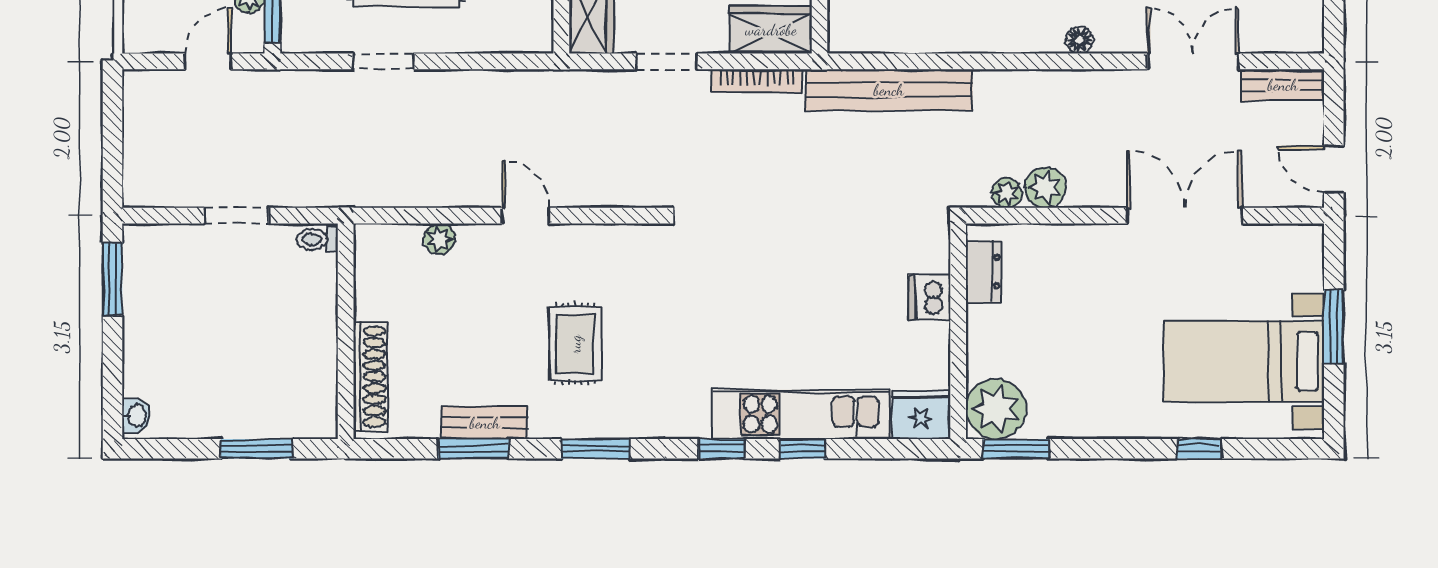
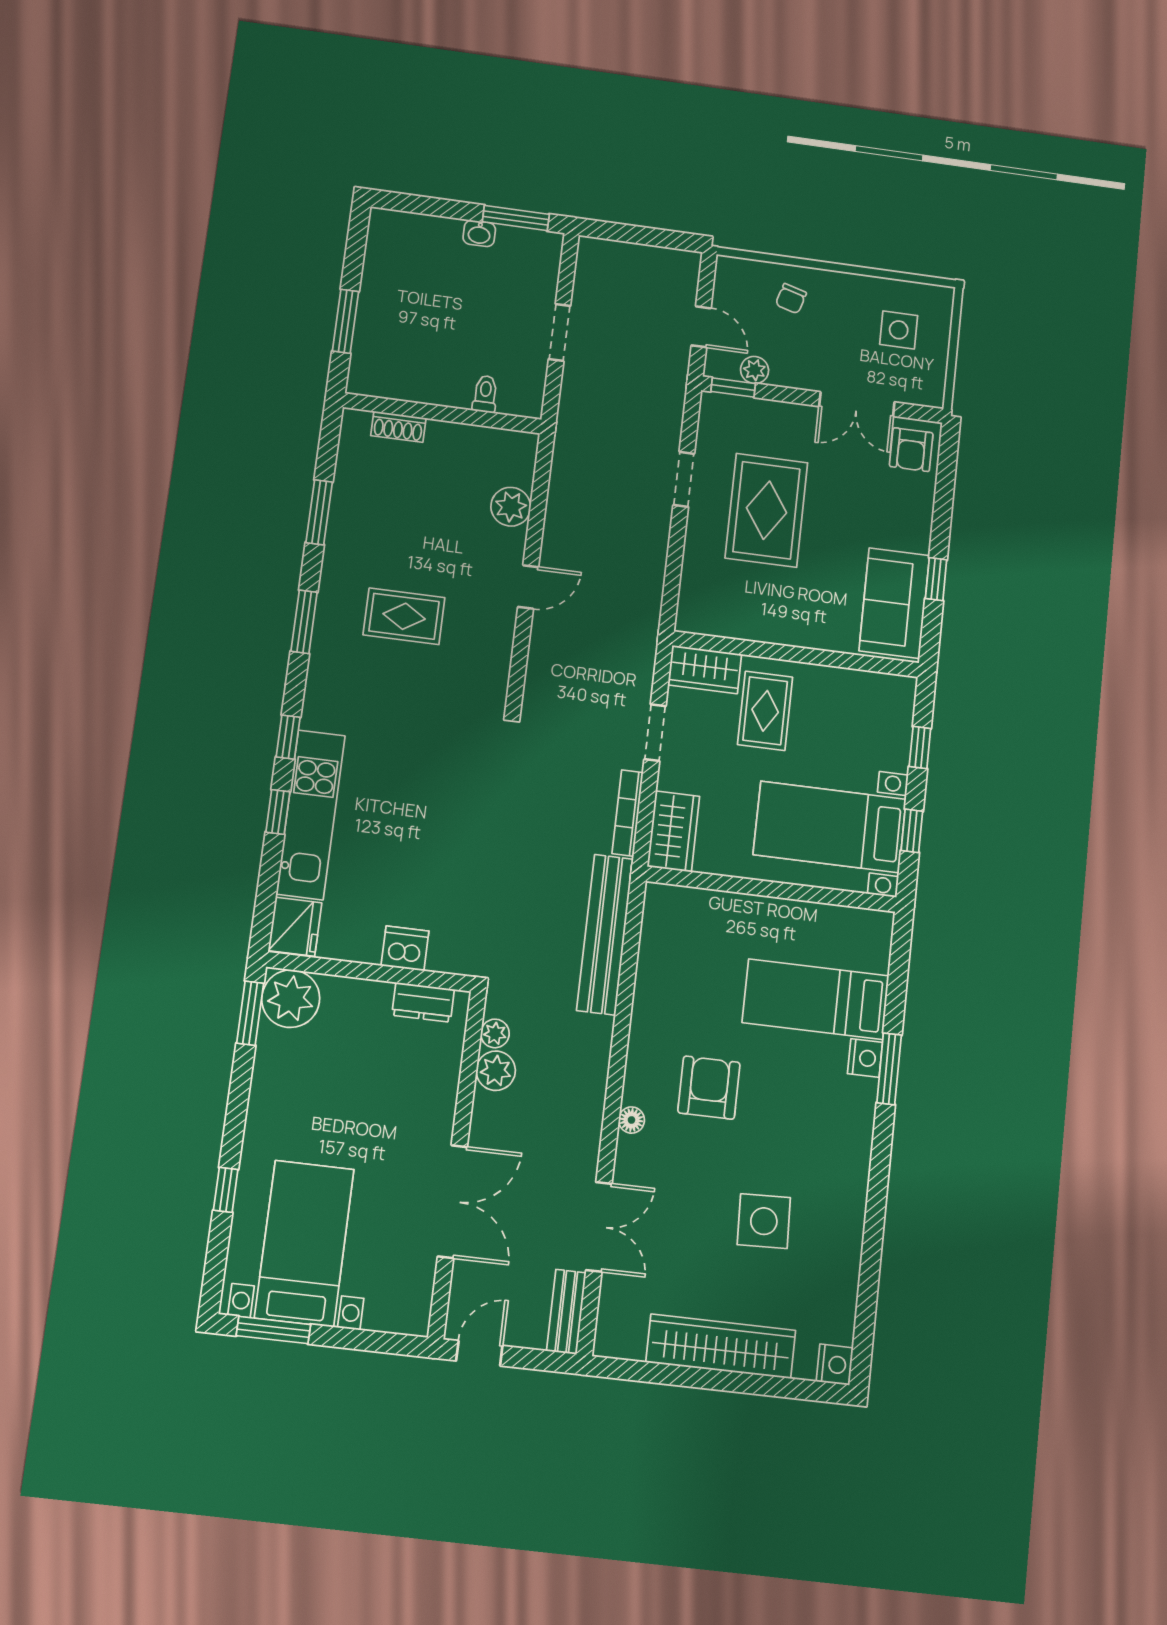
toilet: (317, 239) -> (485, 394), moved
plant: (439, 239) -> (511, 507), width x1.38, depth x1.38
window: (1334, 327) -> (273, 1330), moved
shoe rack: (370, 377) -> (398, 427), width x0.51, depth x0.81
washbasin: (136, 416) -> (479, 233), moved
bench: (485, 423) -> (342, 525), removed

